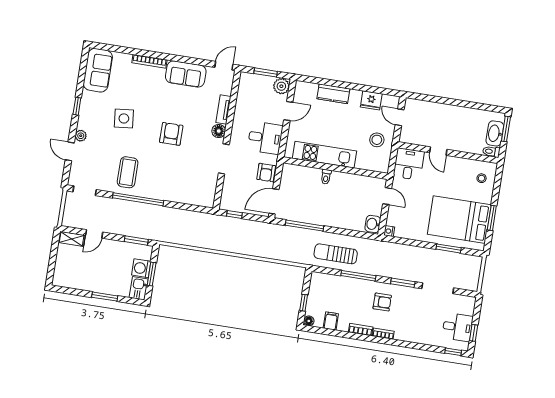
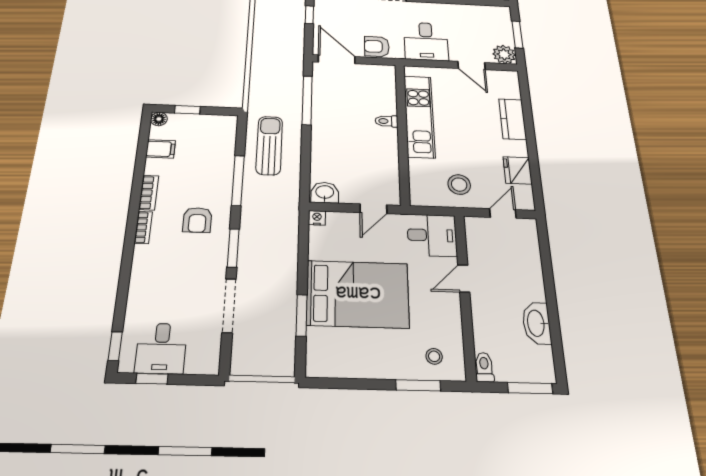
washbasin: (495, 133) -> (537, 323), moved, turned -90
window: (492, 218) -> (418, 385), moved
bed: (459, 220) -> (358, 294), moved, turned 90

